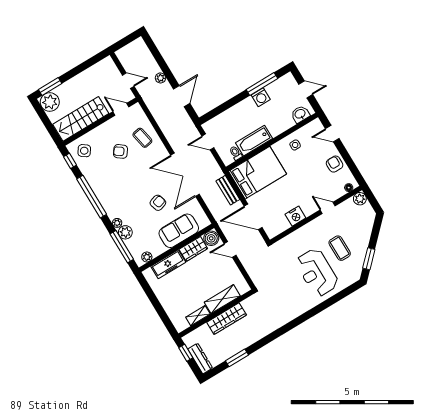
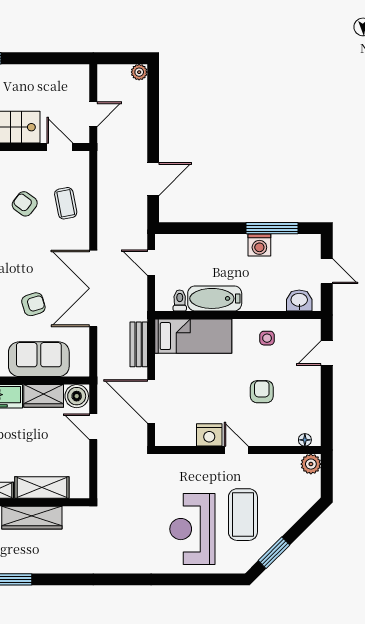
plant: (160, 78) -> (139, 72), moved
door: (128, 81) -> (93, 114), hinge flipped
door: (332, 134) -> (327, 353), hinge flipped
armchair: (335, 164) -> (262, 392), moved
bed: (257, 173) -> (193, 336), width x0.67
door: (328, 208) -> (236, 450), moved
coffee table: (340, 248) -> (243, 515), width x1.36, depth x1.32

